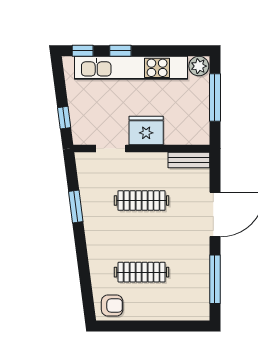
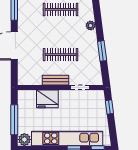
fridge: (146, 130) -> (47, 99), moved
bench: (189, 160) -> (55, 80), moved
plant: (94, 247) -> (91, 26), added

